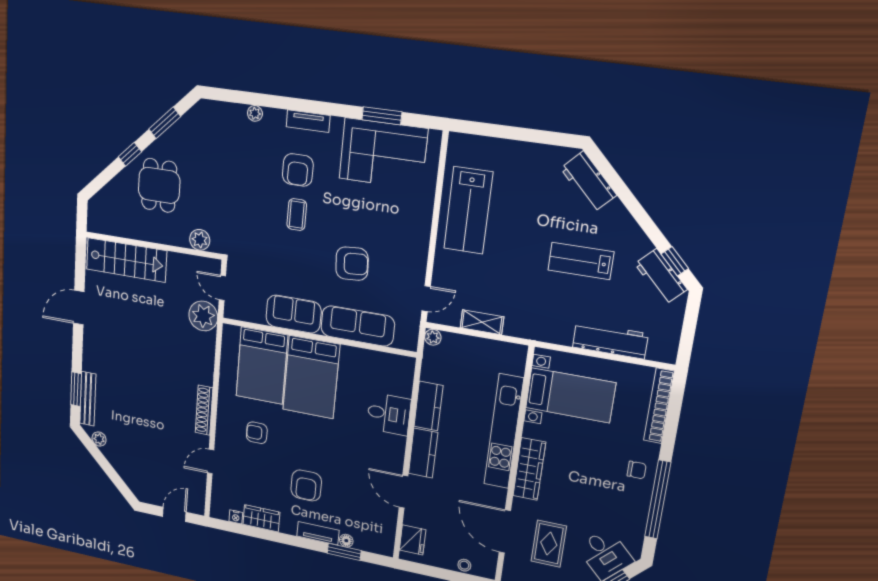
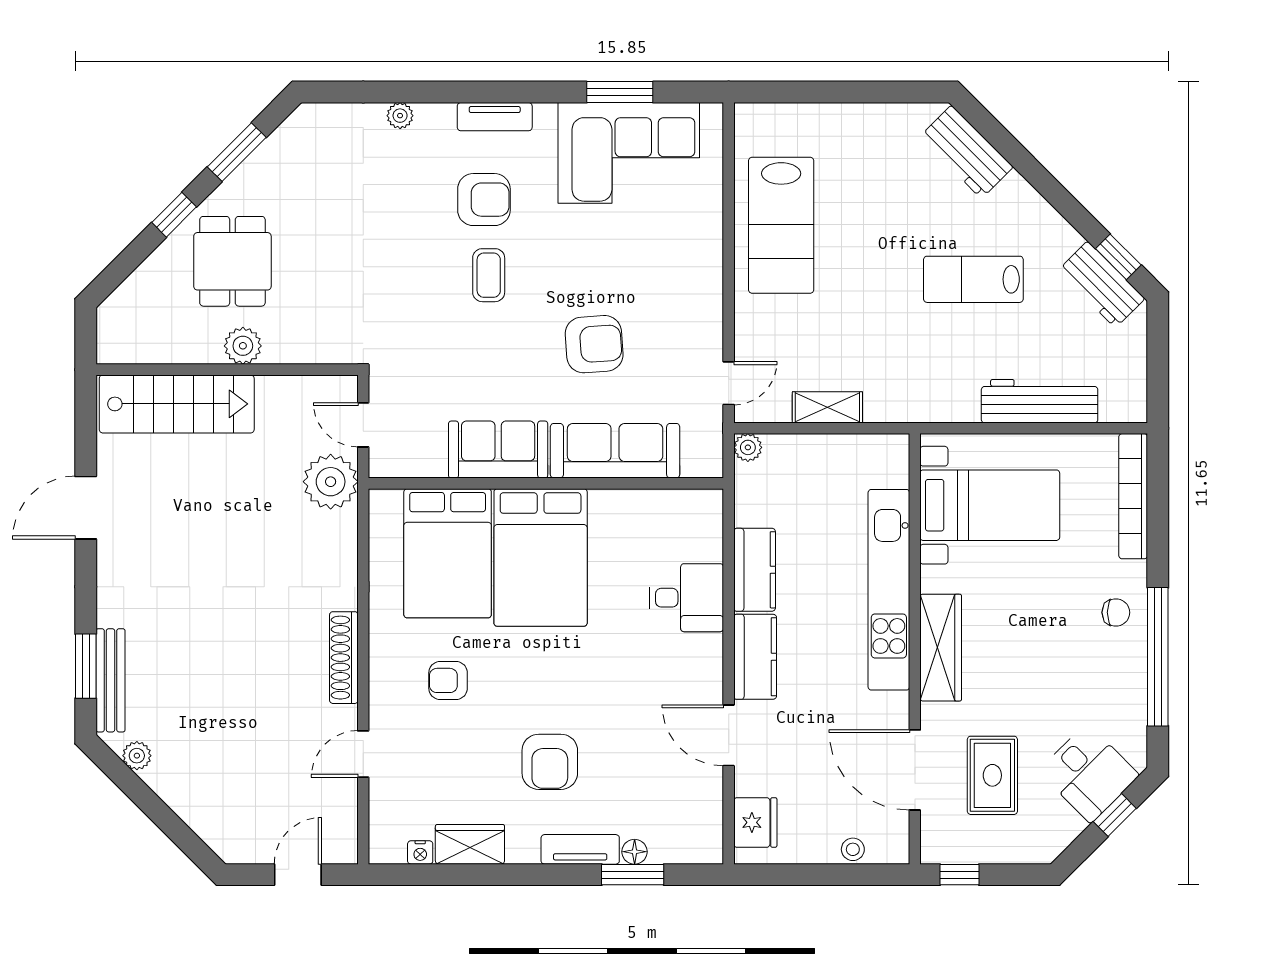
armchair: (298, 170) -> (484, 200), turned -90
plant: (200, 240) -> (243, 346), moved

